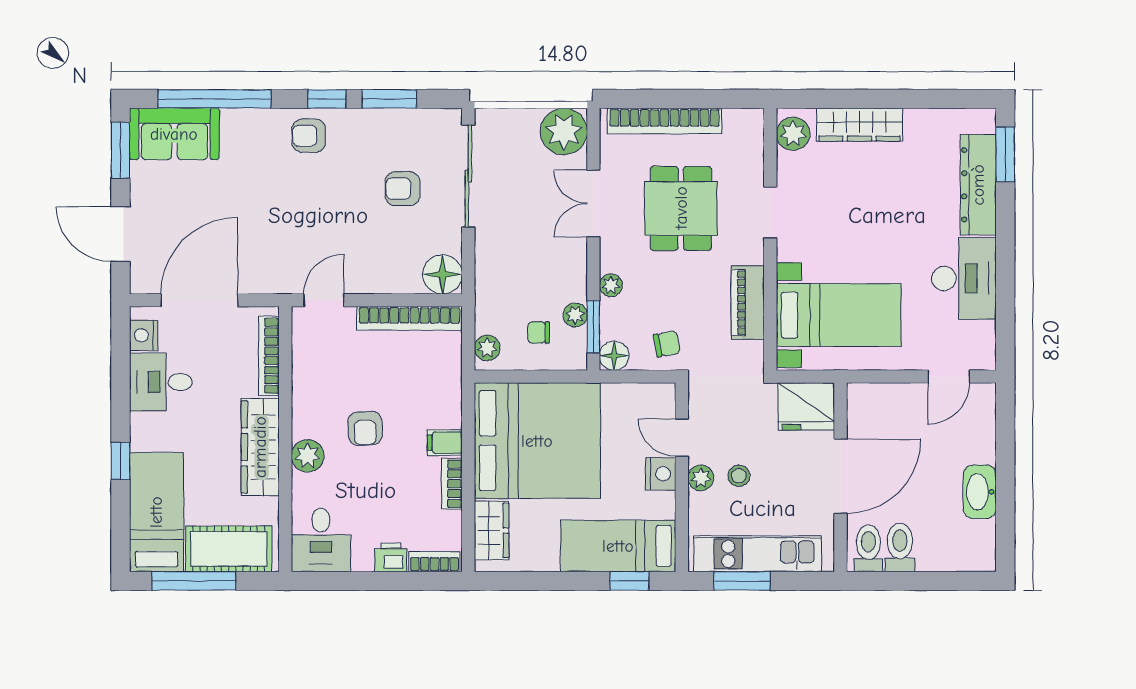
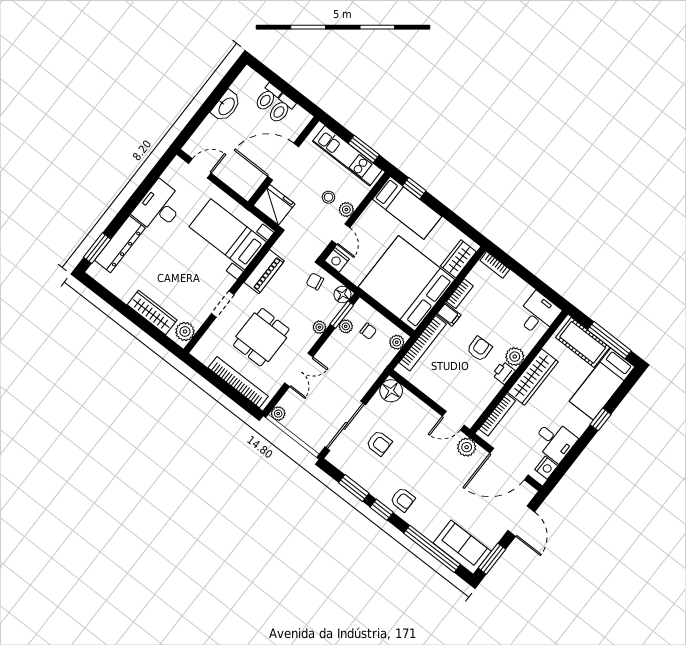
plant: (564, 131) -> (278, 414), width x0.53, depth x0.53
plant: (276, 278) -> (467, 447), added
bookcase: (409, 318) -> (423, 343), moved, turned 90
nightstand: (661, 474) -> (337, 260), moved, turned -90
toilet: (868, 548) -> (268, 97), moved
printer: (391, 557) -> (504, 373), moved, turned 90

